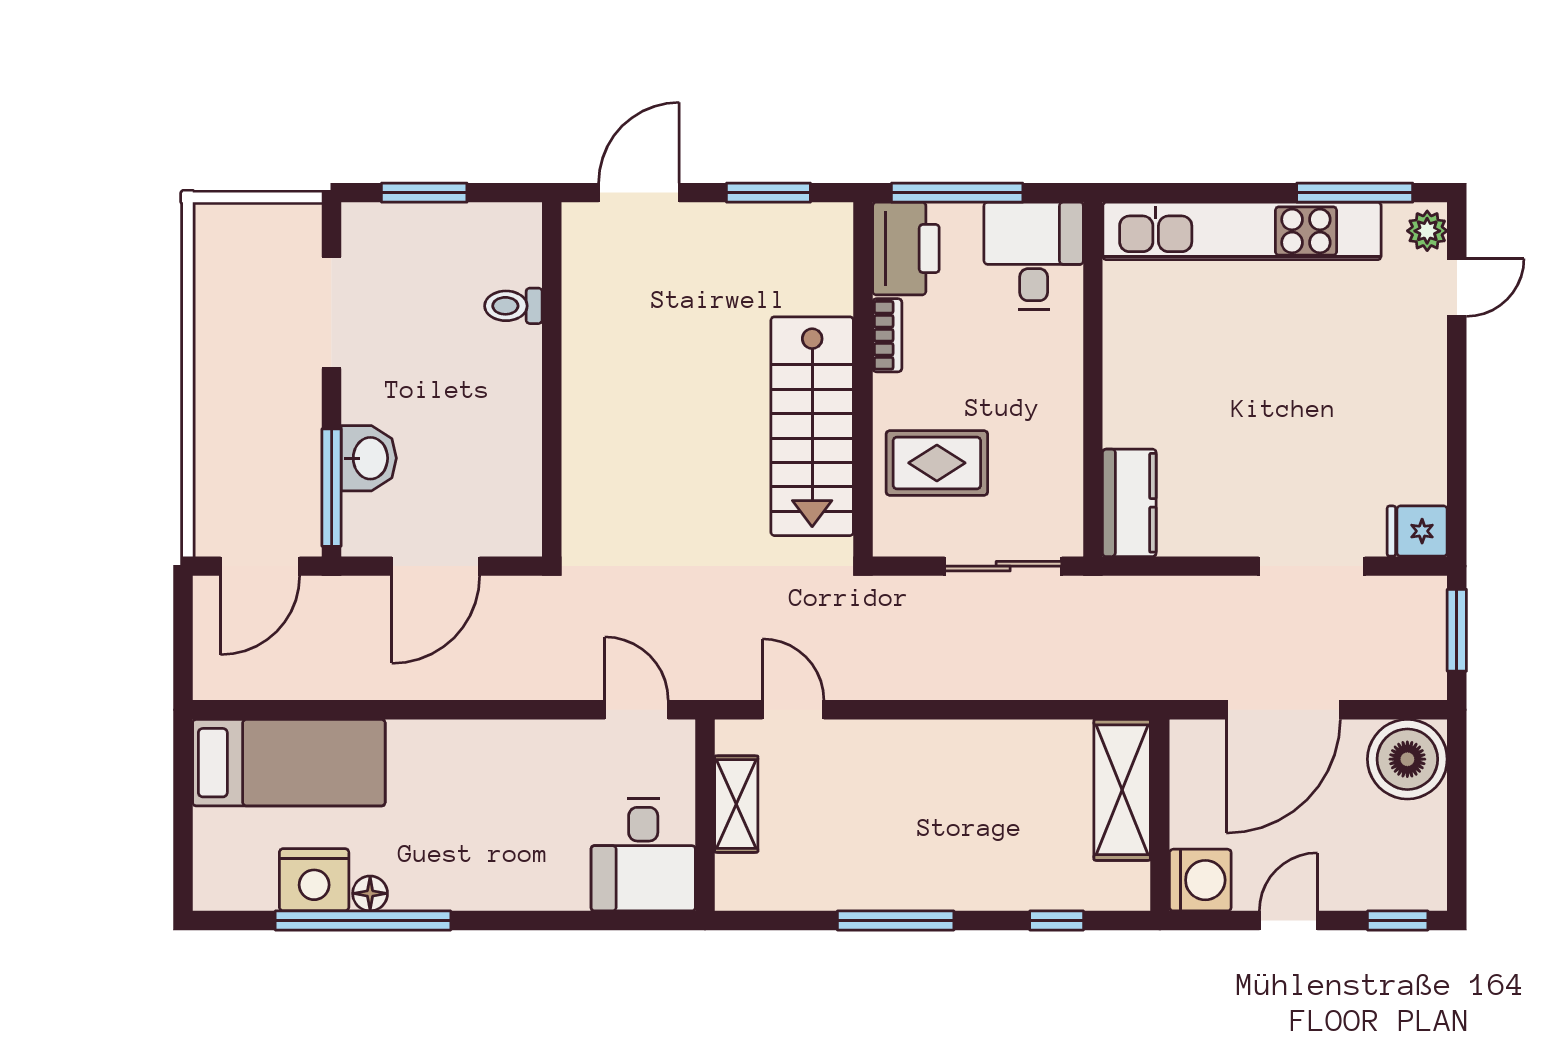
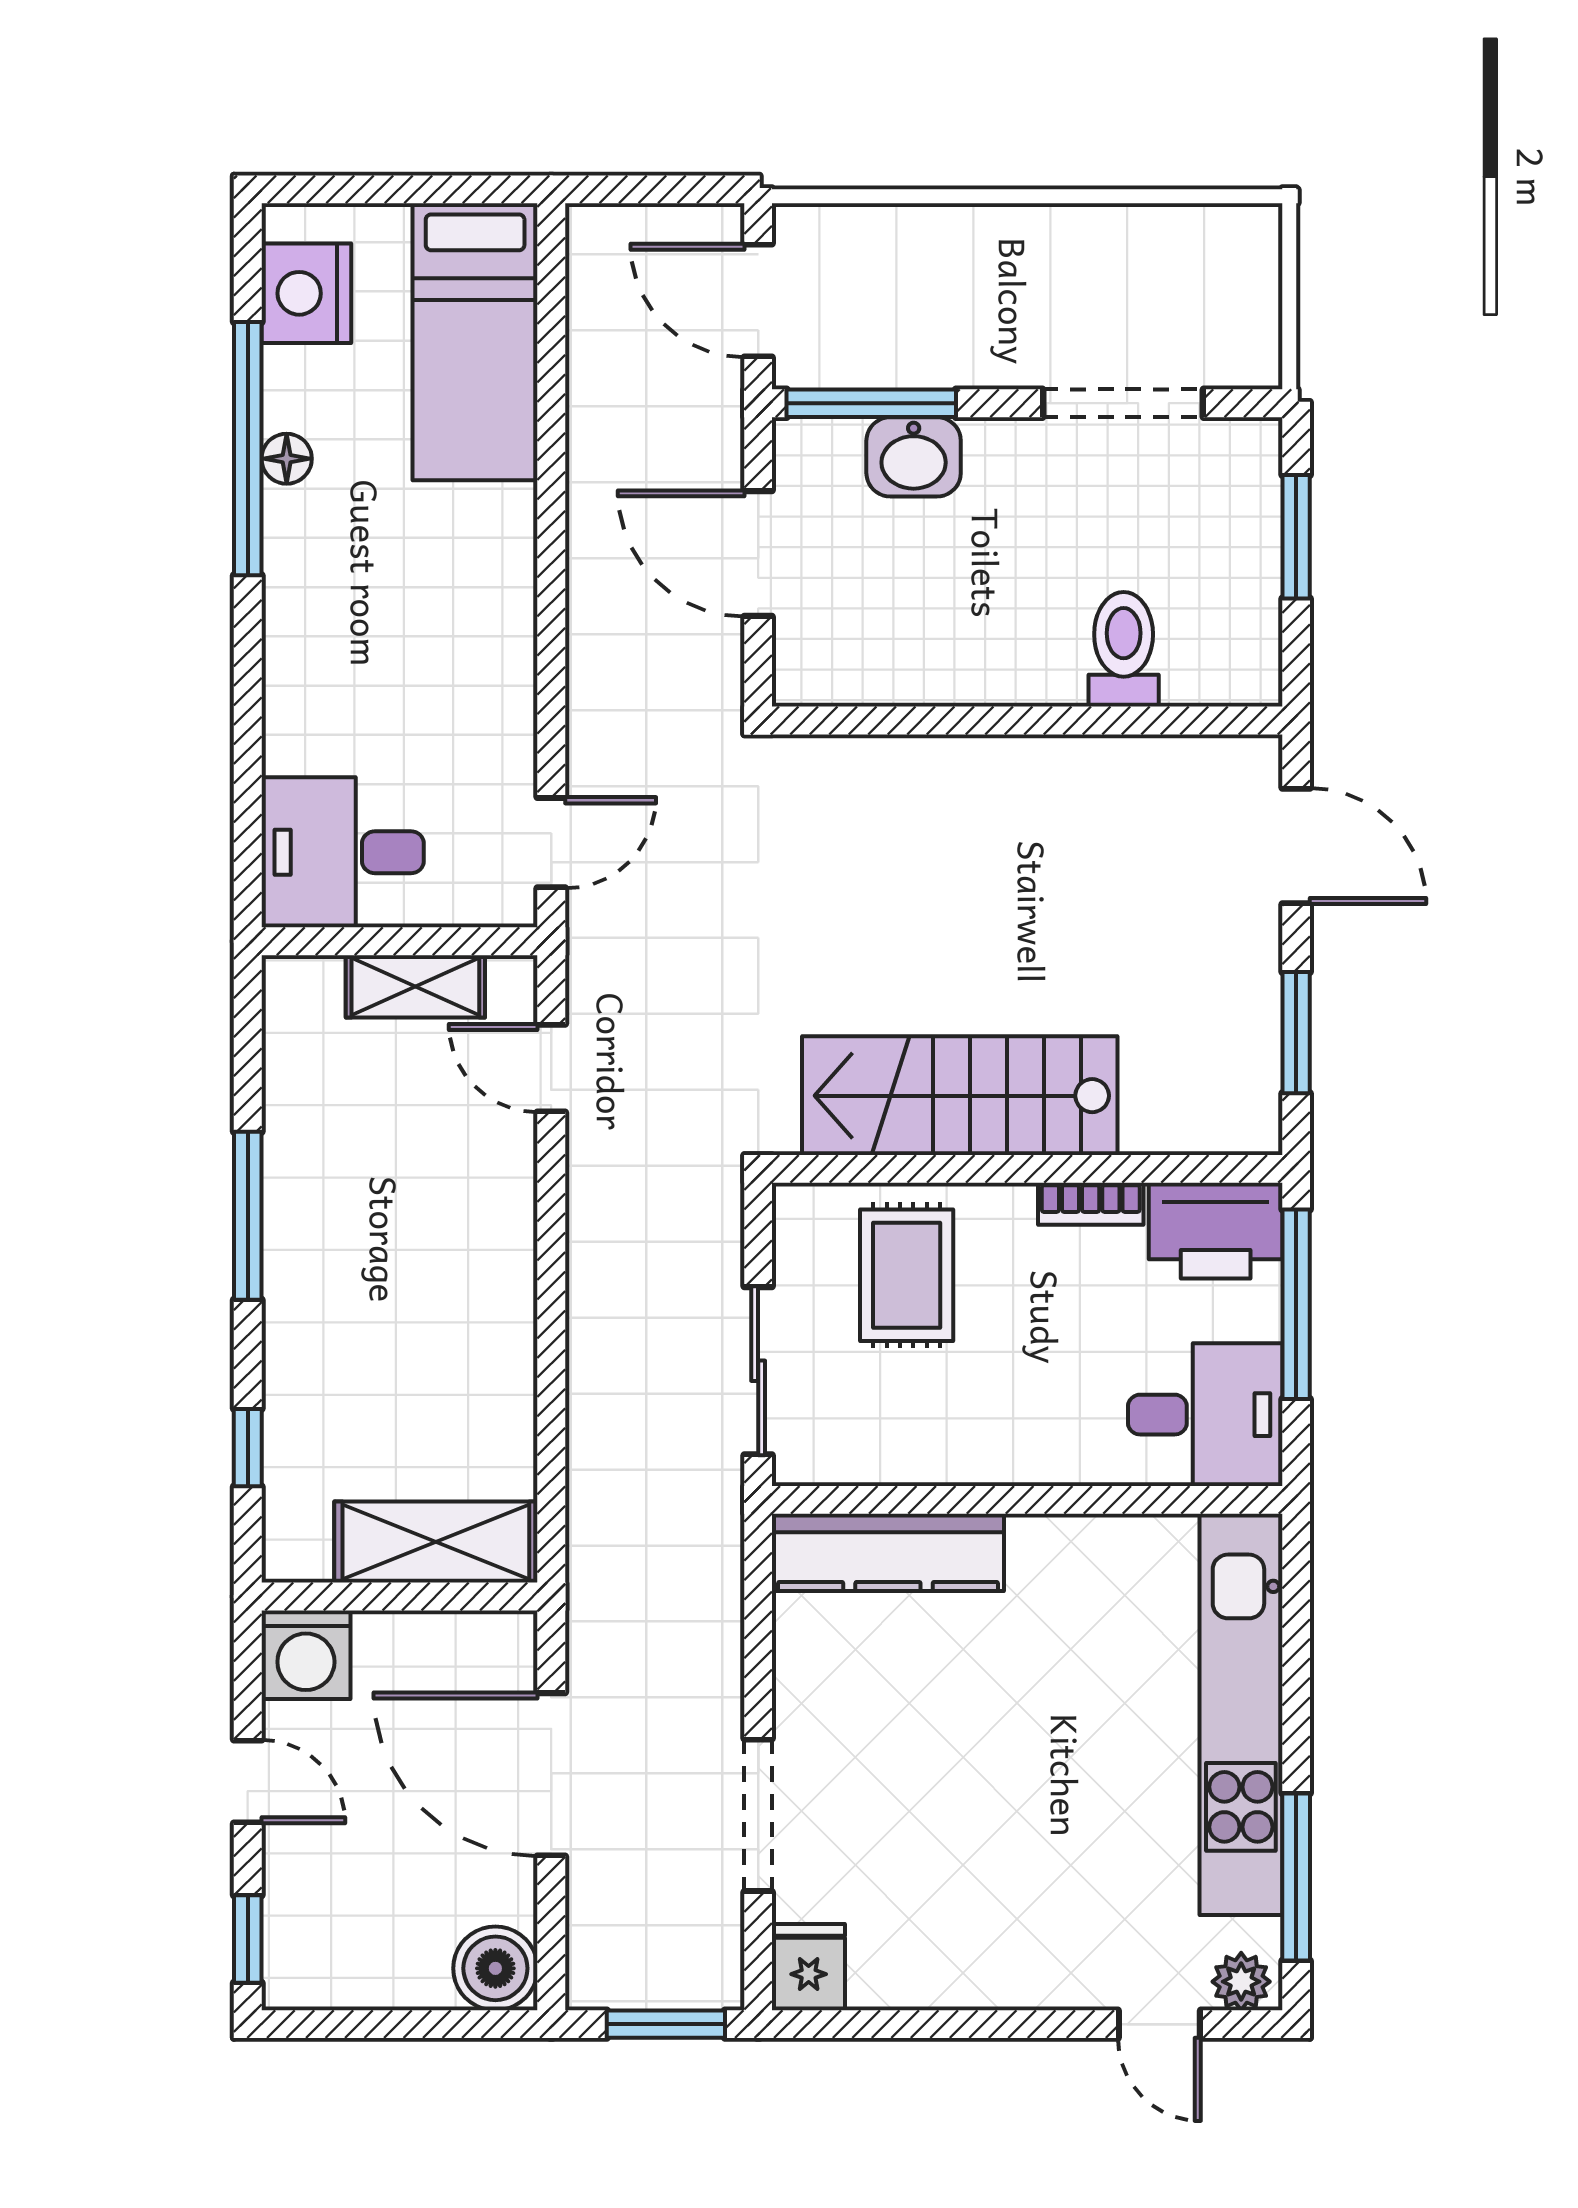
toilet: (513, 306) -> (1124, 649), width x1.37, depth x1.39
kitchen counter: (1129, 503) -> (888, 1552), width x1.50
door: (793, 710) -> (551, 1068), swing flipped
boiler: (1407, 759) -> (495, 1968), width x0.73, depth x0.73
nightstand: (314, 880) -> (306, 293), moved

